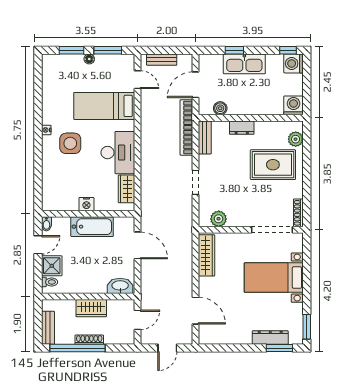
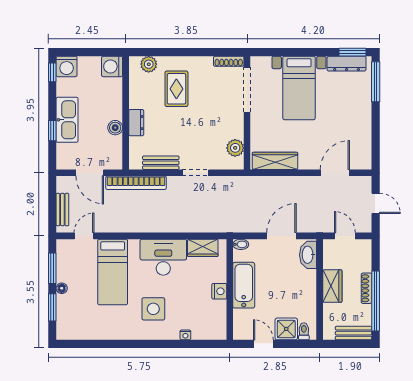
boiler: (220, 108) -> (115, 128), moved
nightstand: (46, 130) -> (185, 335), moved
bench: (205, 137) -> (161, 163), moved
rug: (273, 165) -> (176, 89), width x0.73, depth x0.70
bidet: (46, 224) -> (241, 244), moved
door: (137, 245) -> (282, 236), moved
dresser: (270, 338) -> (347, 64), moved, turned -90
window: (279, 348) -> (376, 82), width x1.44

